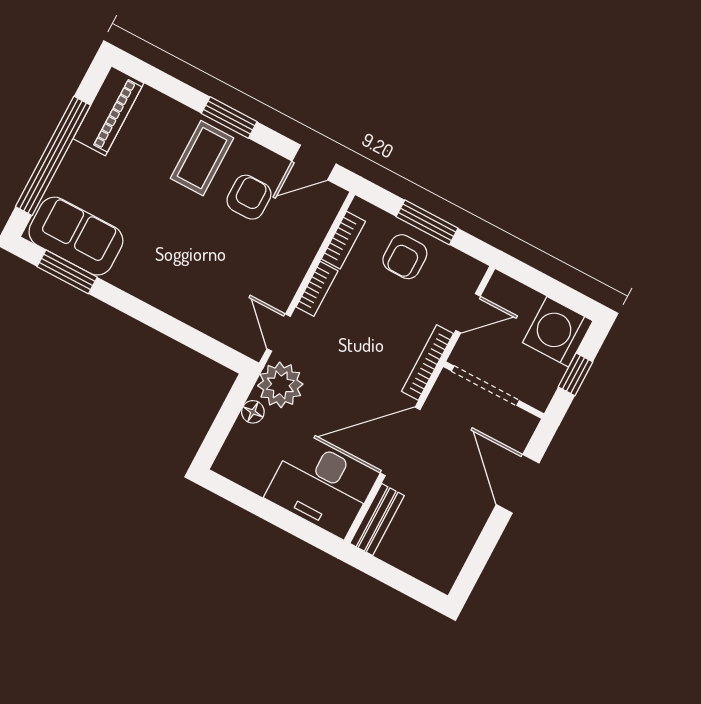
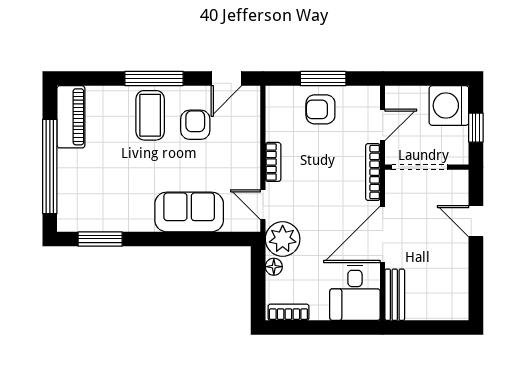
window: (229, 118) -> (154, 79), width x1.44
sofa: (76, 236) -> (189, 212), moved
bookcase: (343, 240) -> (288, 312), moved, turned -90
armchair: (405, 257) -> (320, 109), turned 90
door: (518, 484) -> (476, 221), width x0.73
desk: (320, 487) -> (355, 293), width x0.73

